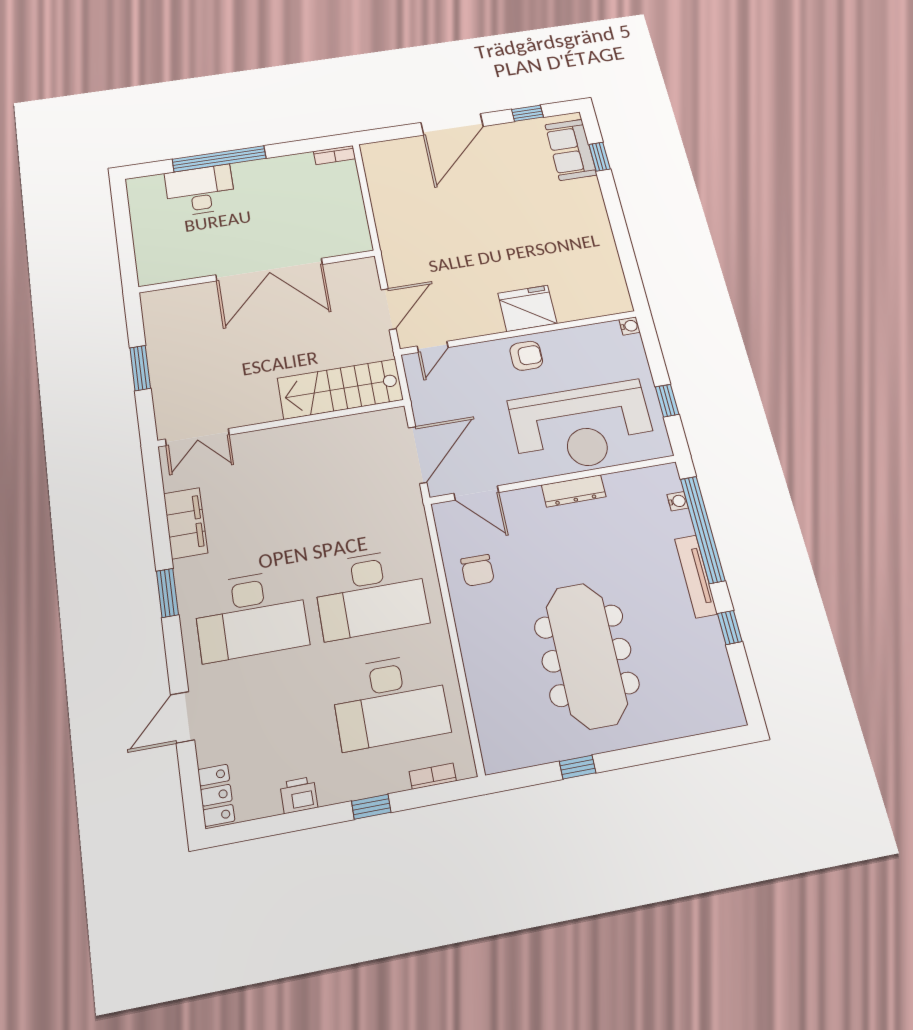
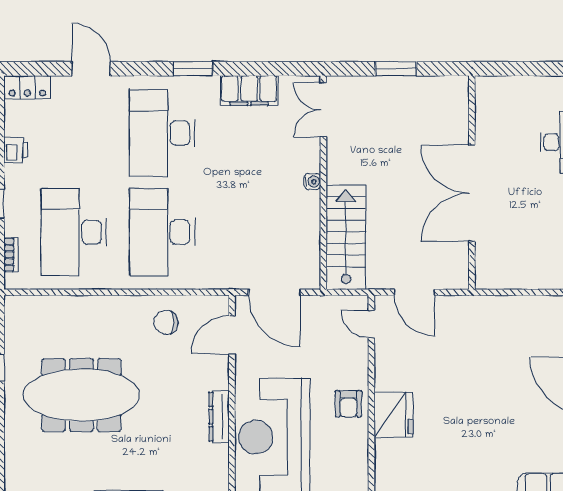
water cooler: (283, 435) -> (312, 182), added

